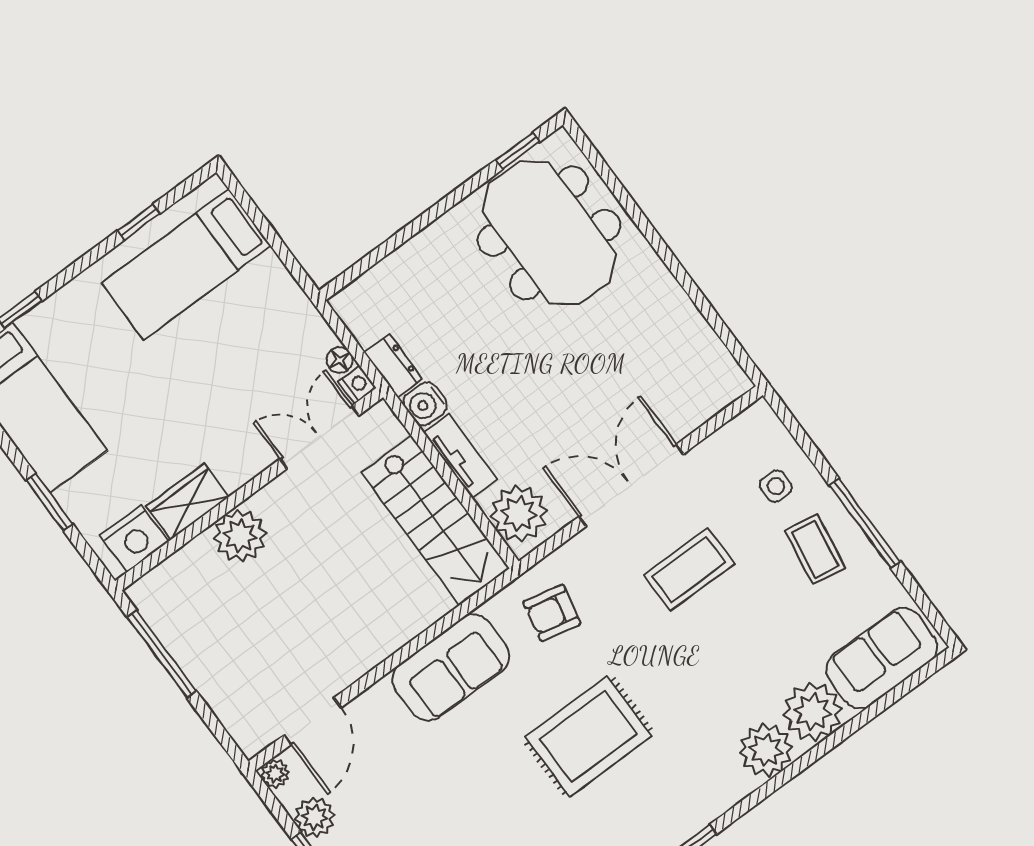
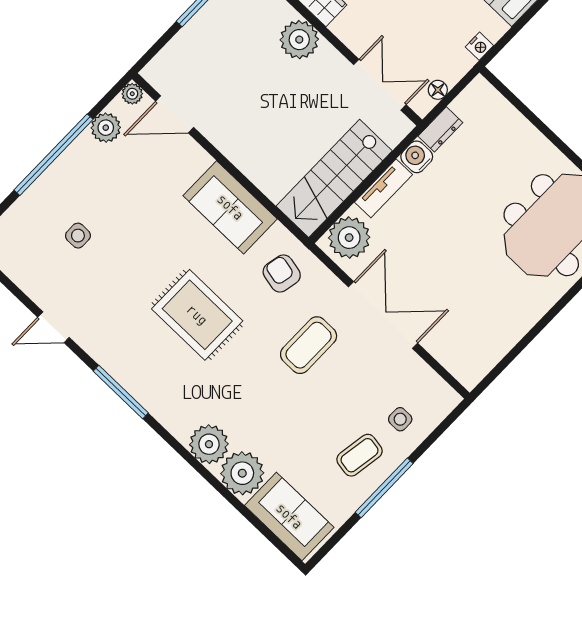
nightstand: (357, 385) -> (479, 46), moved
coffee table: (689, 569) -> (309, 345), moved, turned 90

